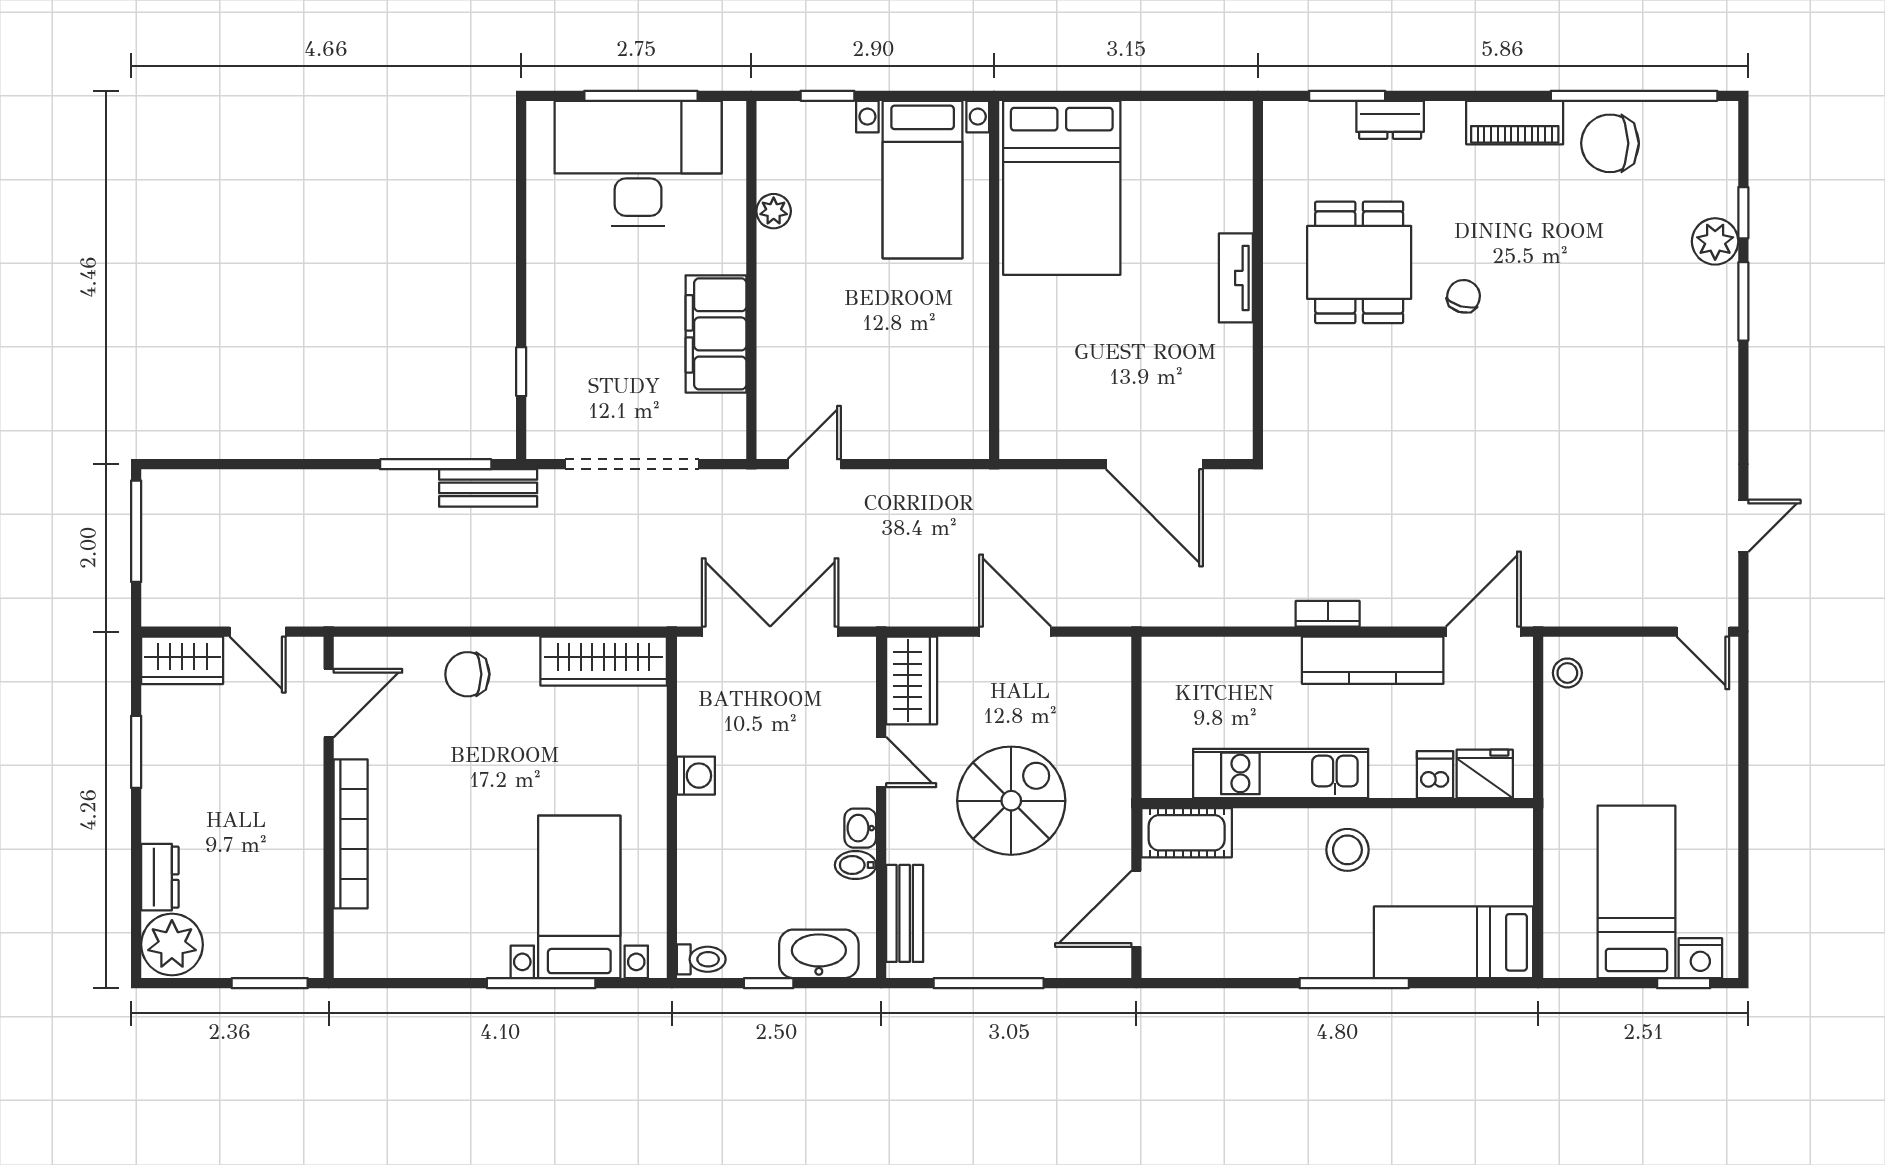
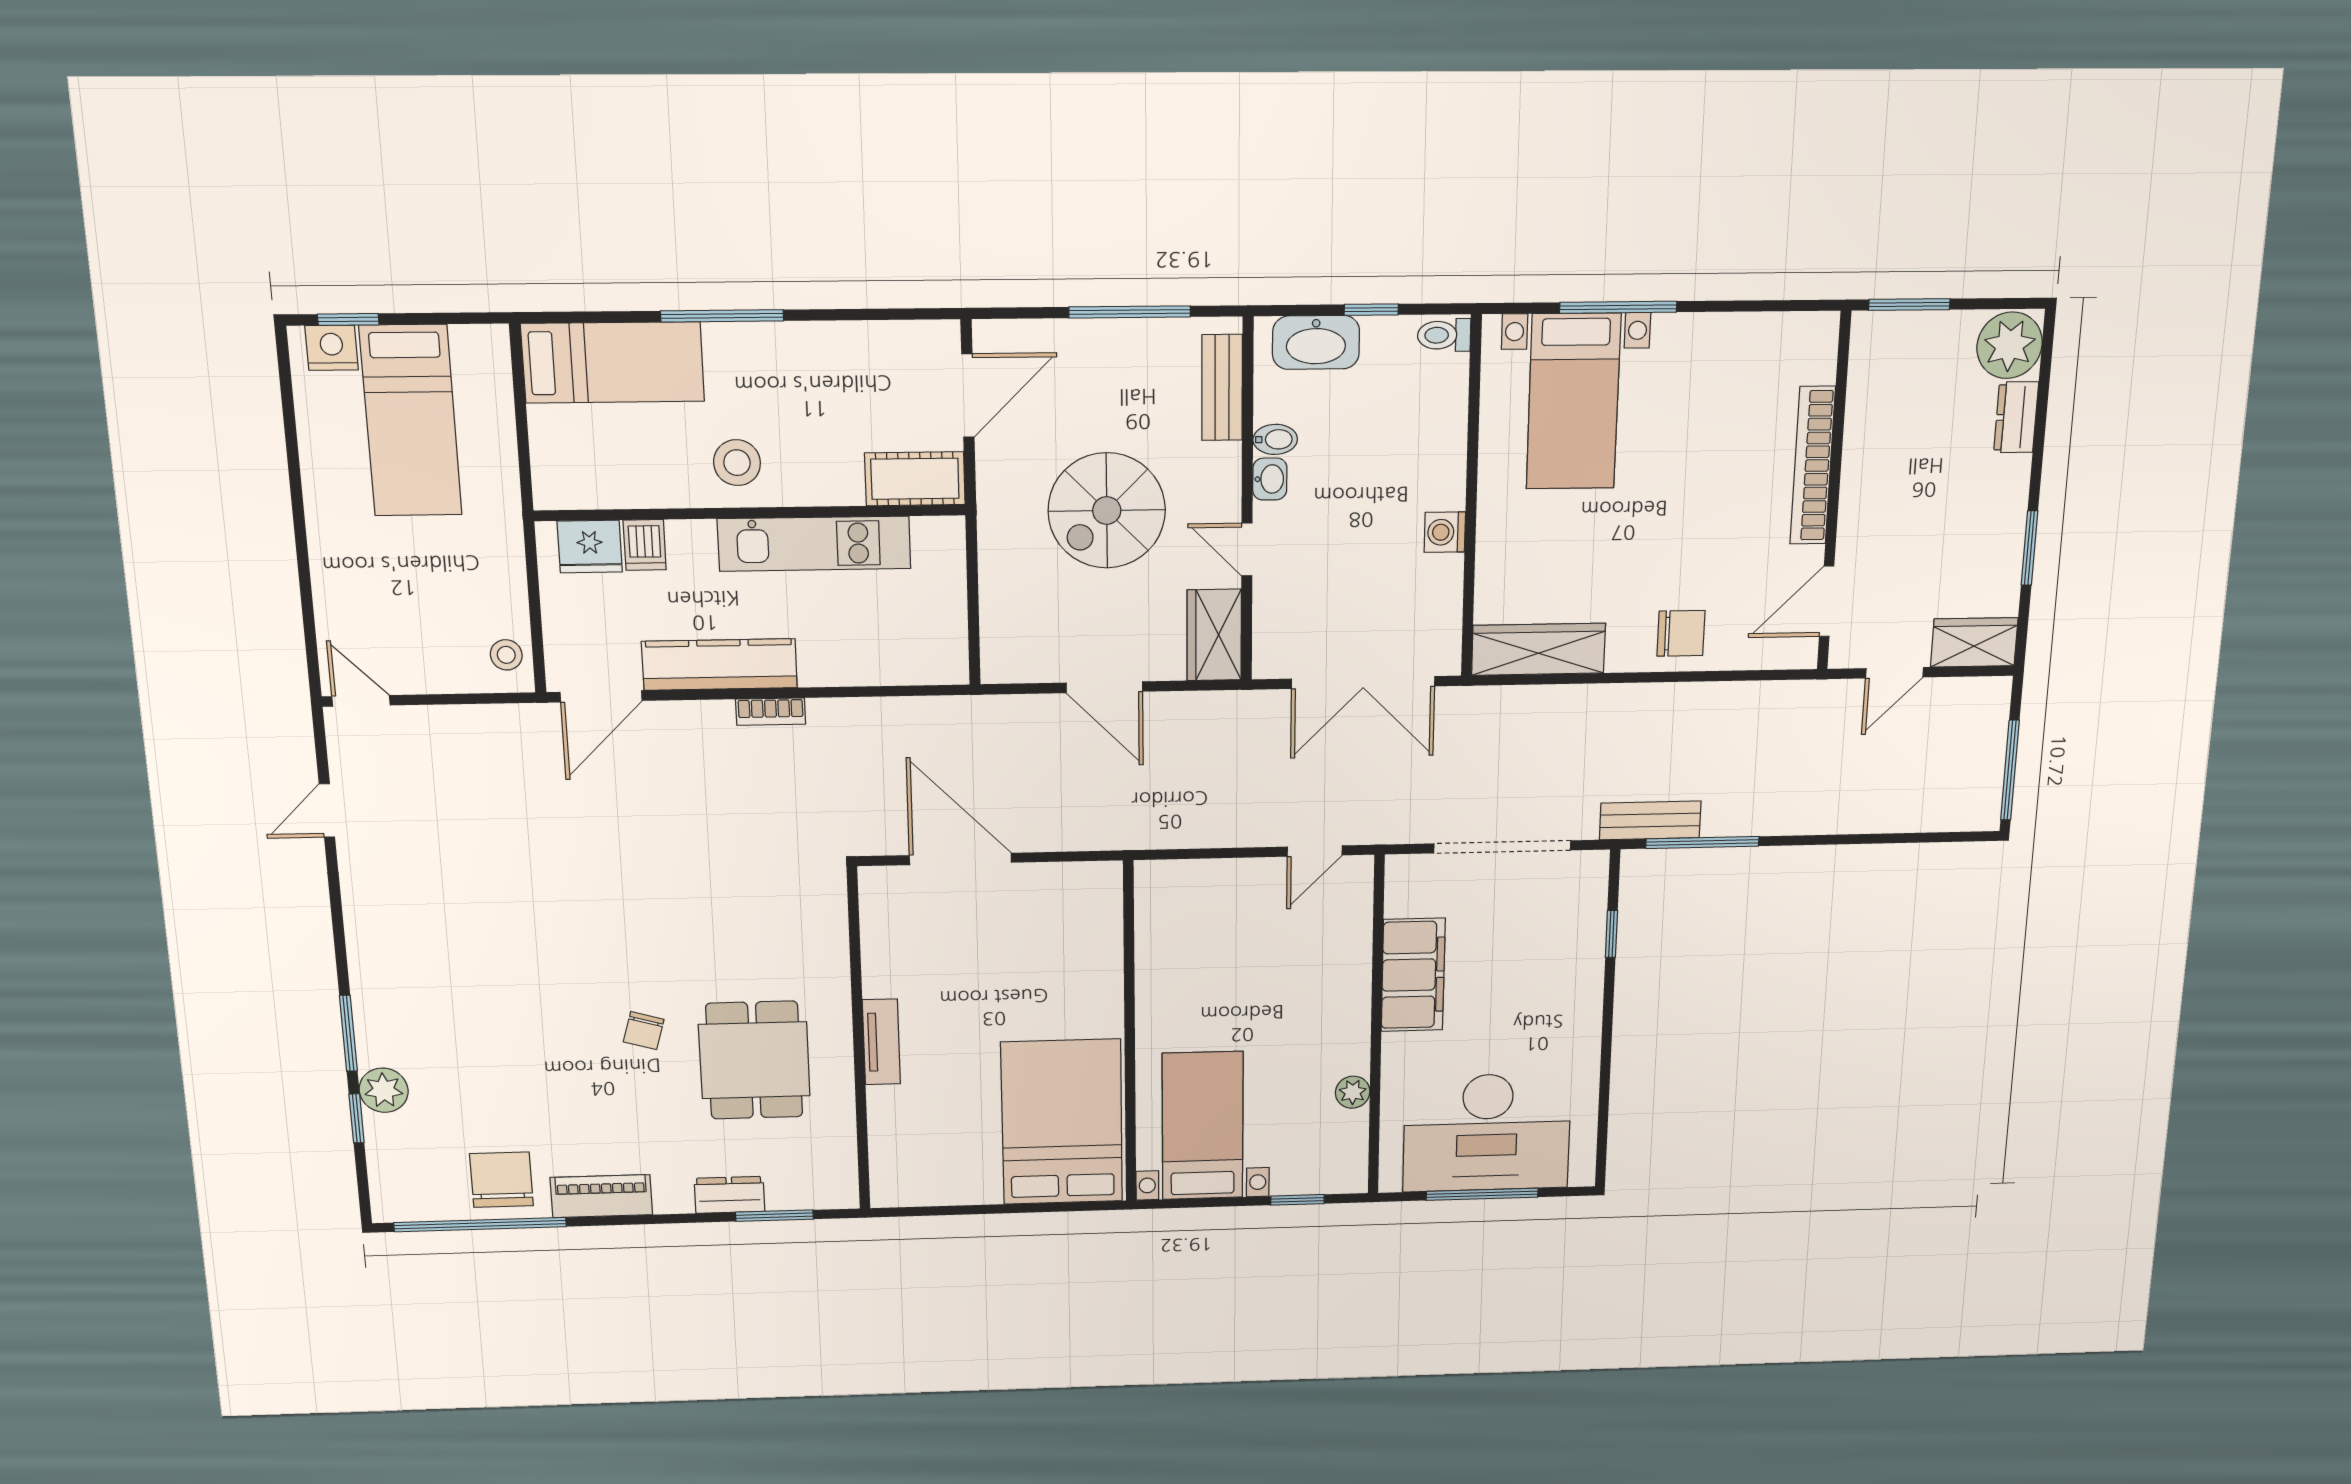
chair: (1610, 143) -> (501, 1180), turned -90
door: (258, 632) -> (1894, 673), swing flipped

